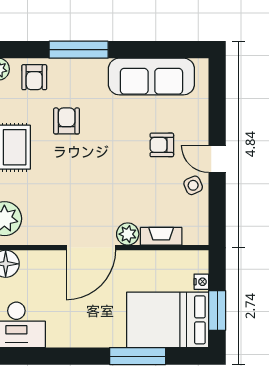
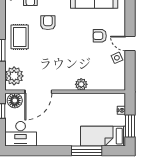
fireplace: (161, 236) -> (99, 86), removed
door: (91, 248) -> (38, 92), moved
bed: (168, 320) -> (103, 136), width x0.67

